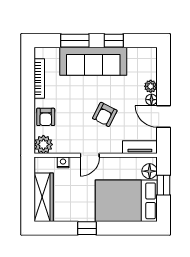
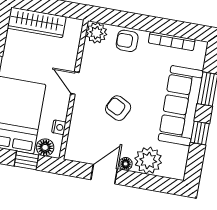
plant: (151, 86) -> (148, 160), width x1.88, depth x1.88
tv unit: (140, 147) -> (74, 141), removed
nightstand: (63, 162) -> (59, 127), moved

